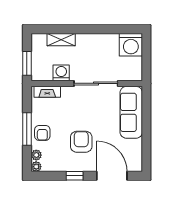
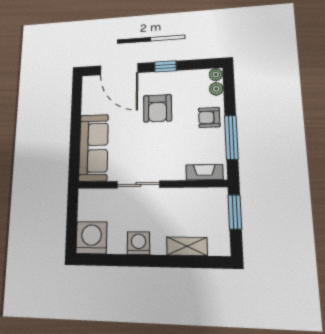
washing machine: (61, 73) -> (138, 243), moved, turned 180
sliding door: (96, 83) -> (138, 184), width x0.73
window: (27, 129) -> (231, 137), moved
armchair: (42, 133) -> (209, 117), turned -90

